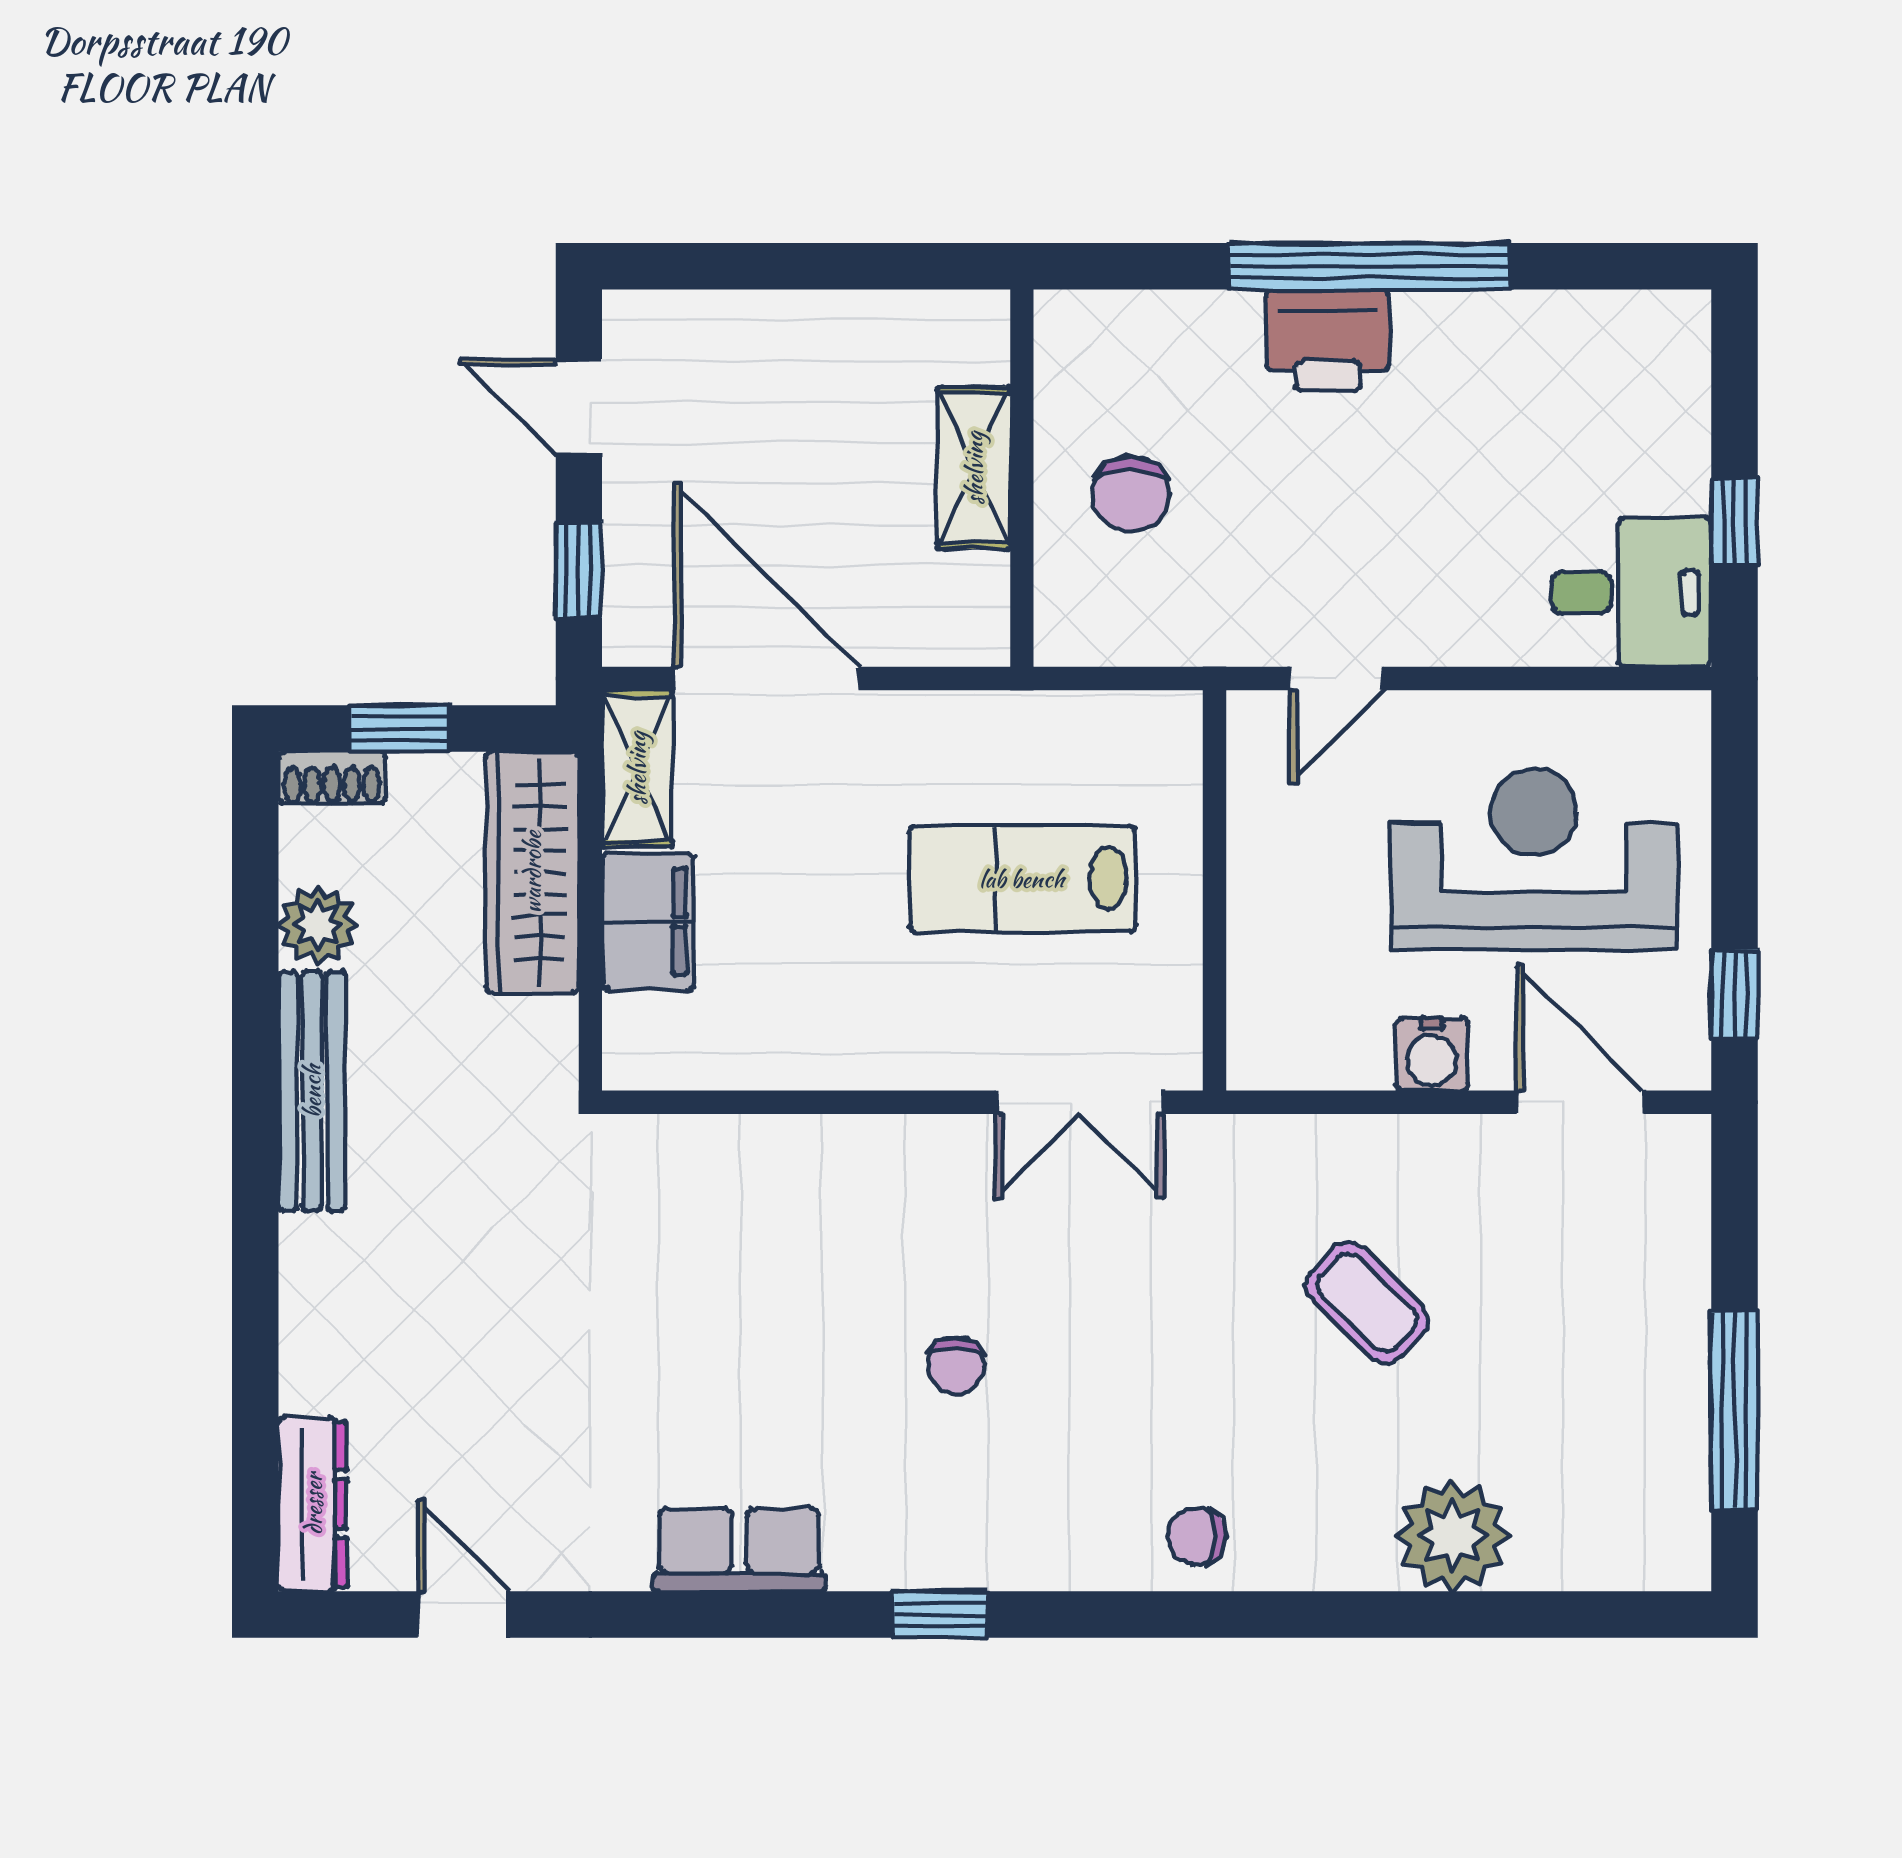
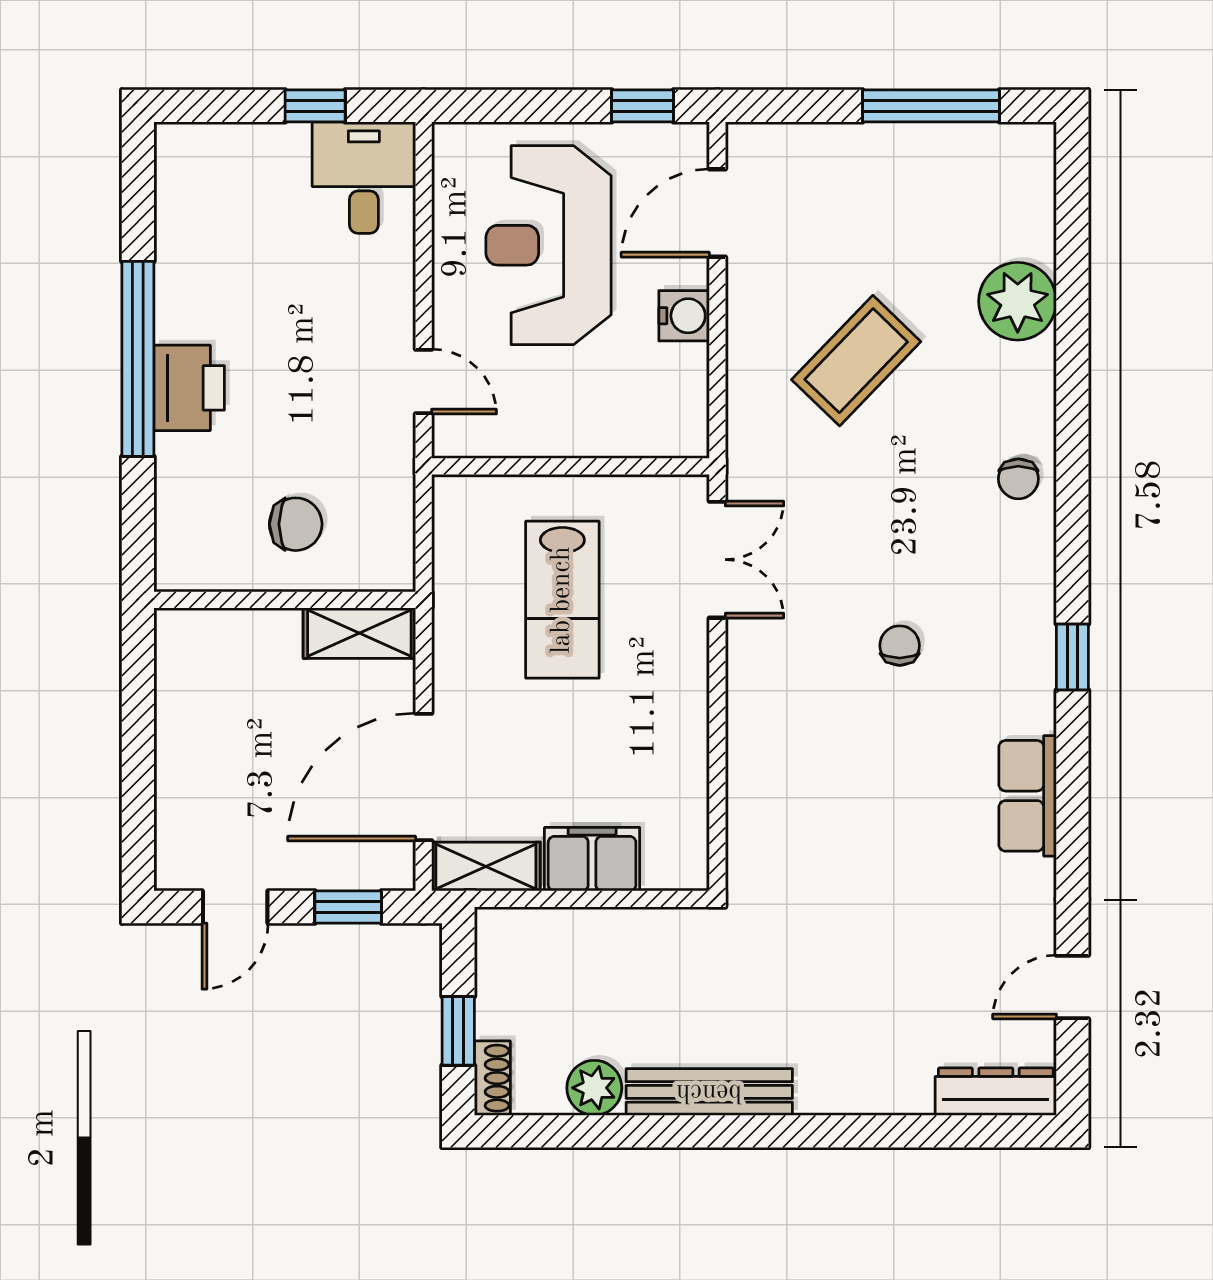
shelving: (974, 468) -> (359, 633), moved
wardrobe: (532, 872) -> (558, 939), removed
coffee table: (1367, 1303) -> (856, 361), width x1.36, depth x1.30
chair: (956, 1365) -> (900, 646), turned -90

